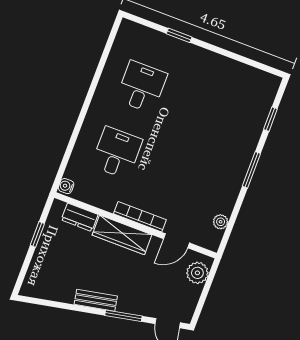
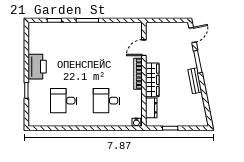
printer: (209, 66) -> (37, 67), added
plant: (221, 222) -> (124, 27), removed
door: (176, 241) -> (144, 48), swing flipped
plant: (197, 273) -> (158, 29), removed

